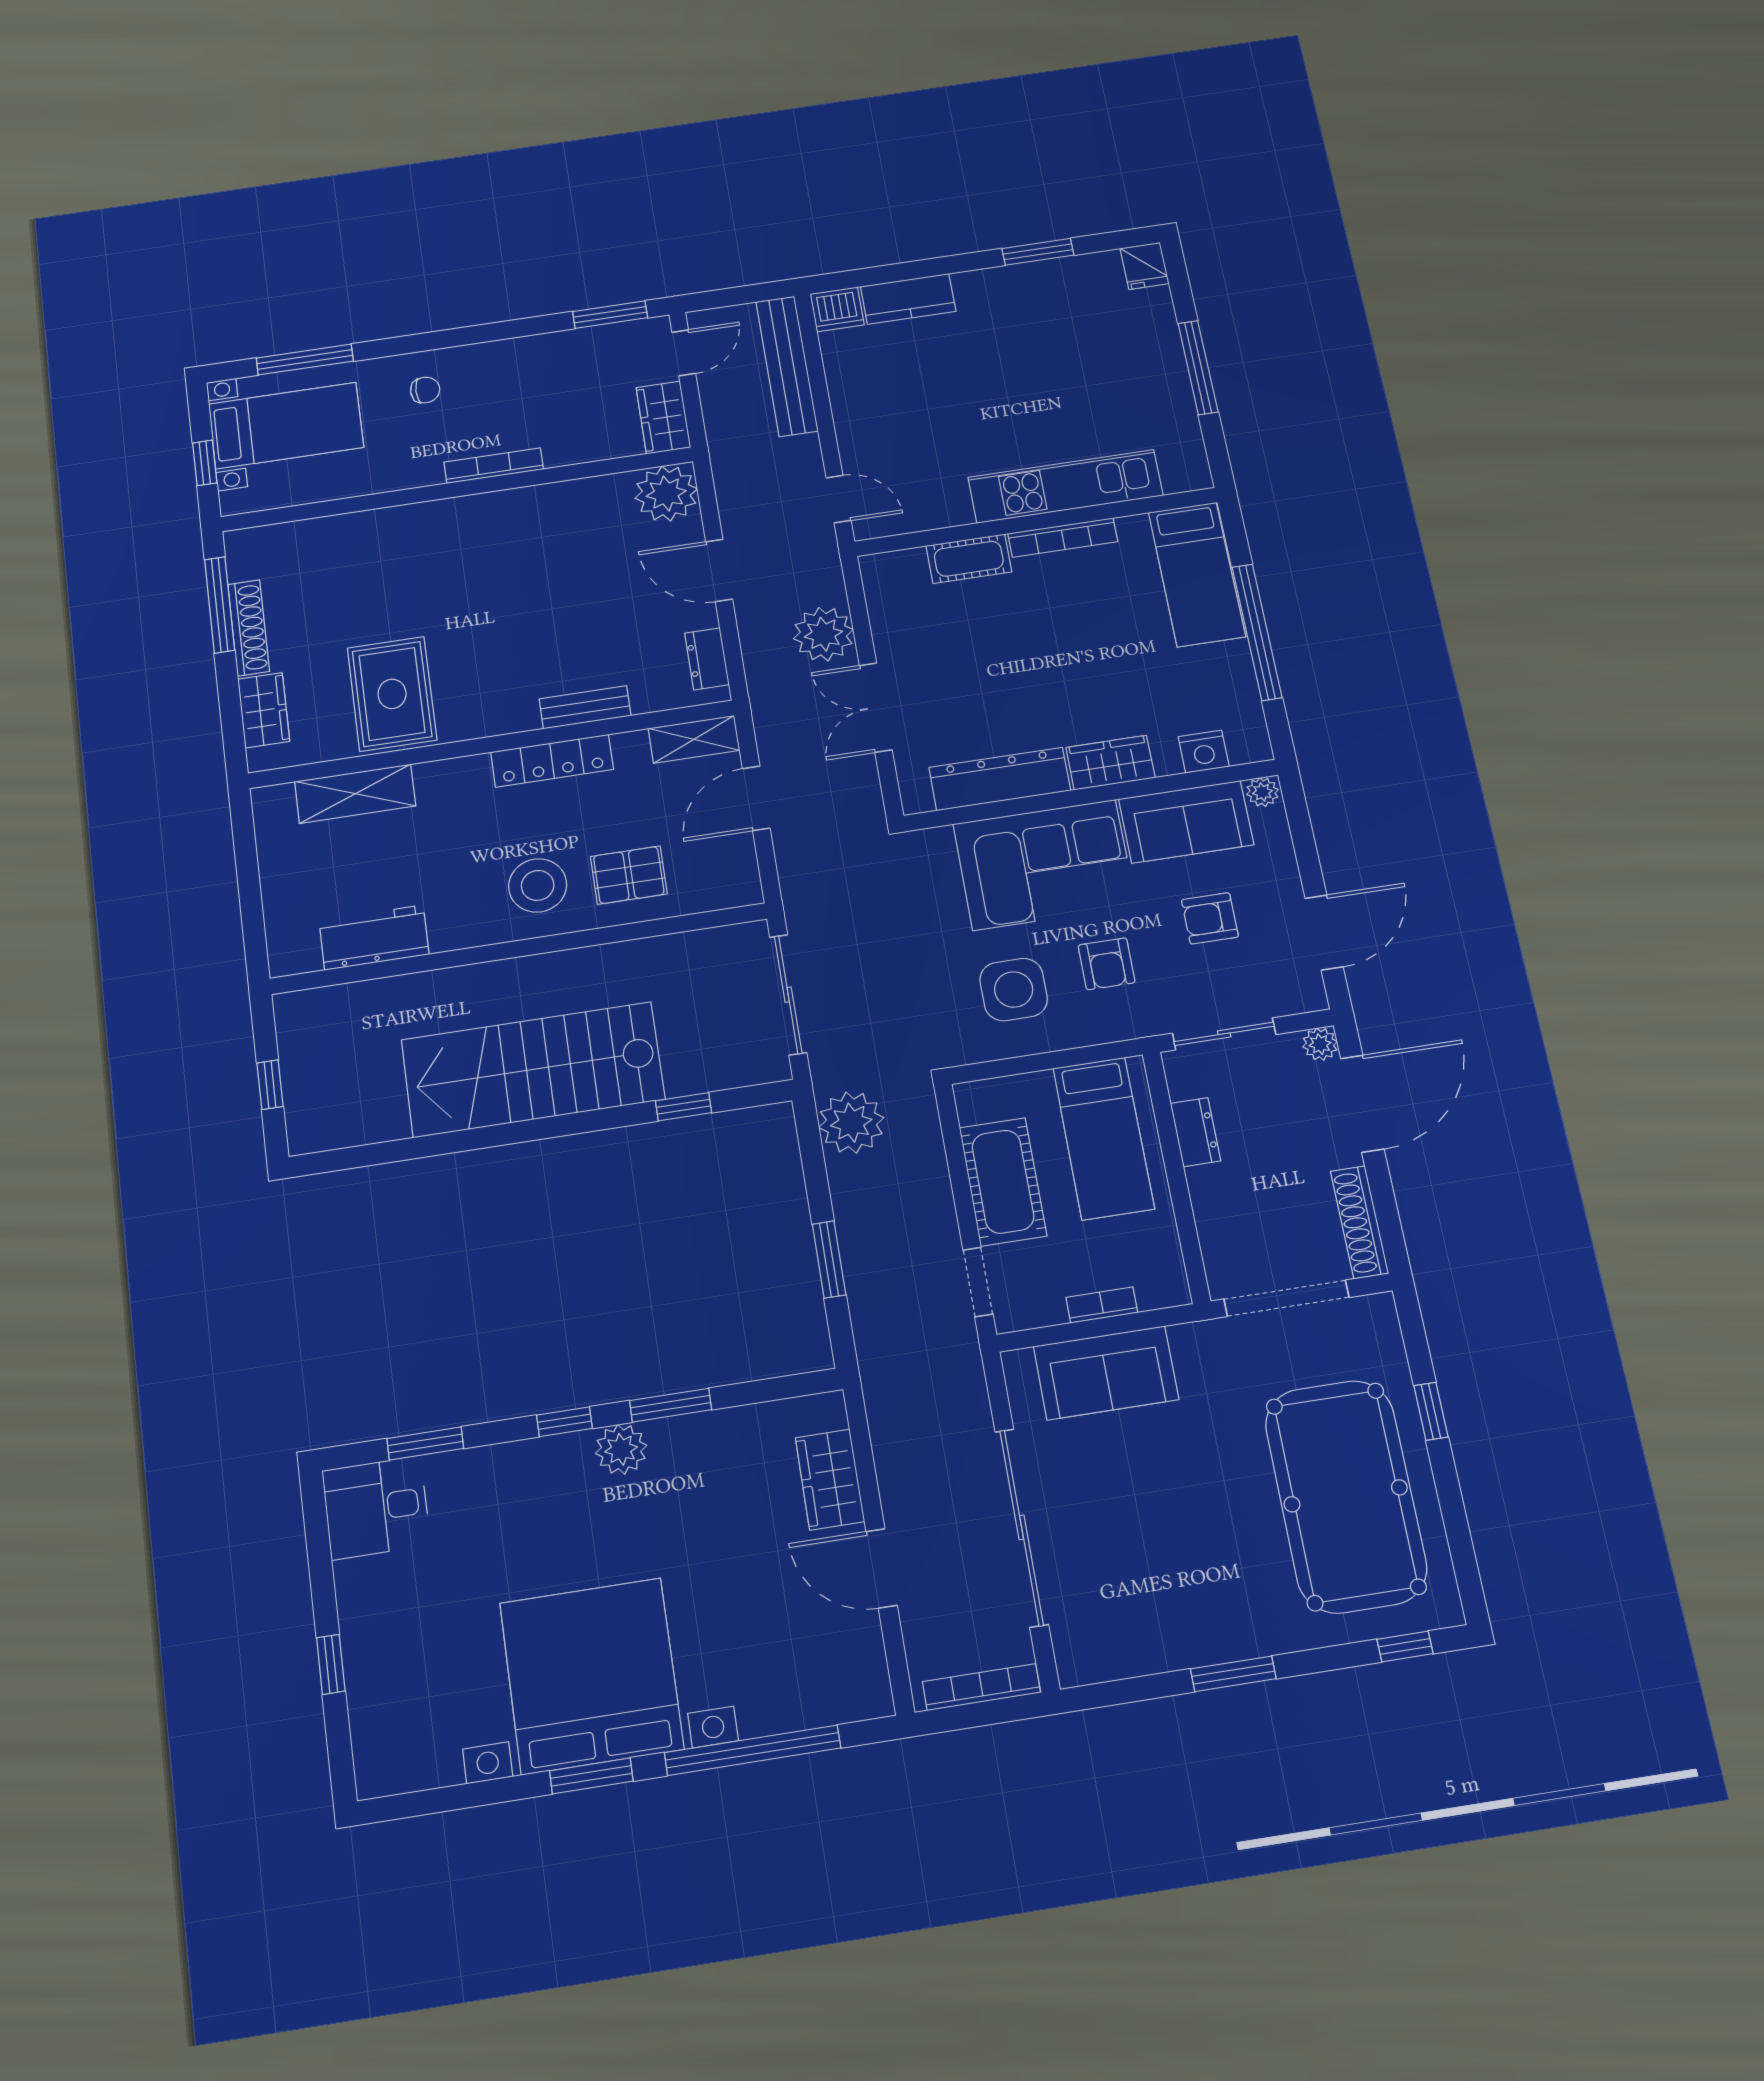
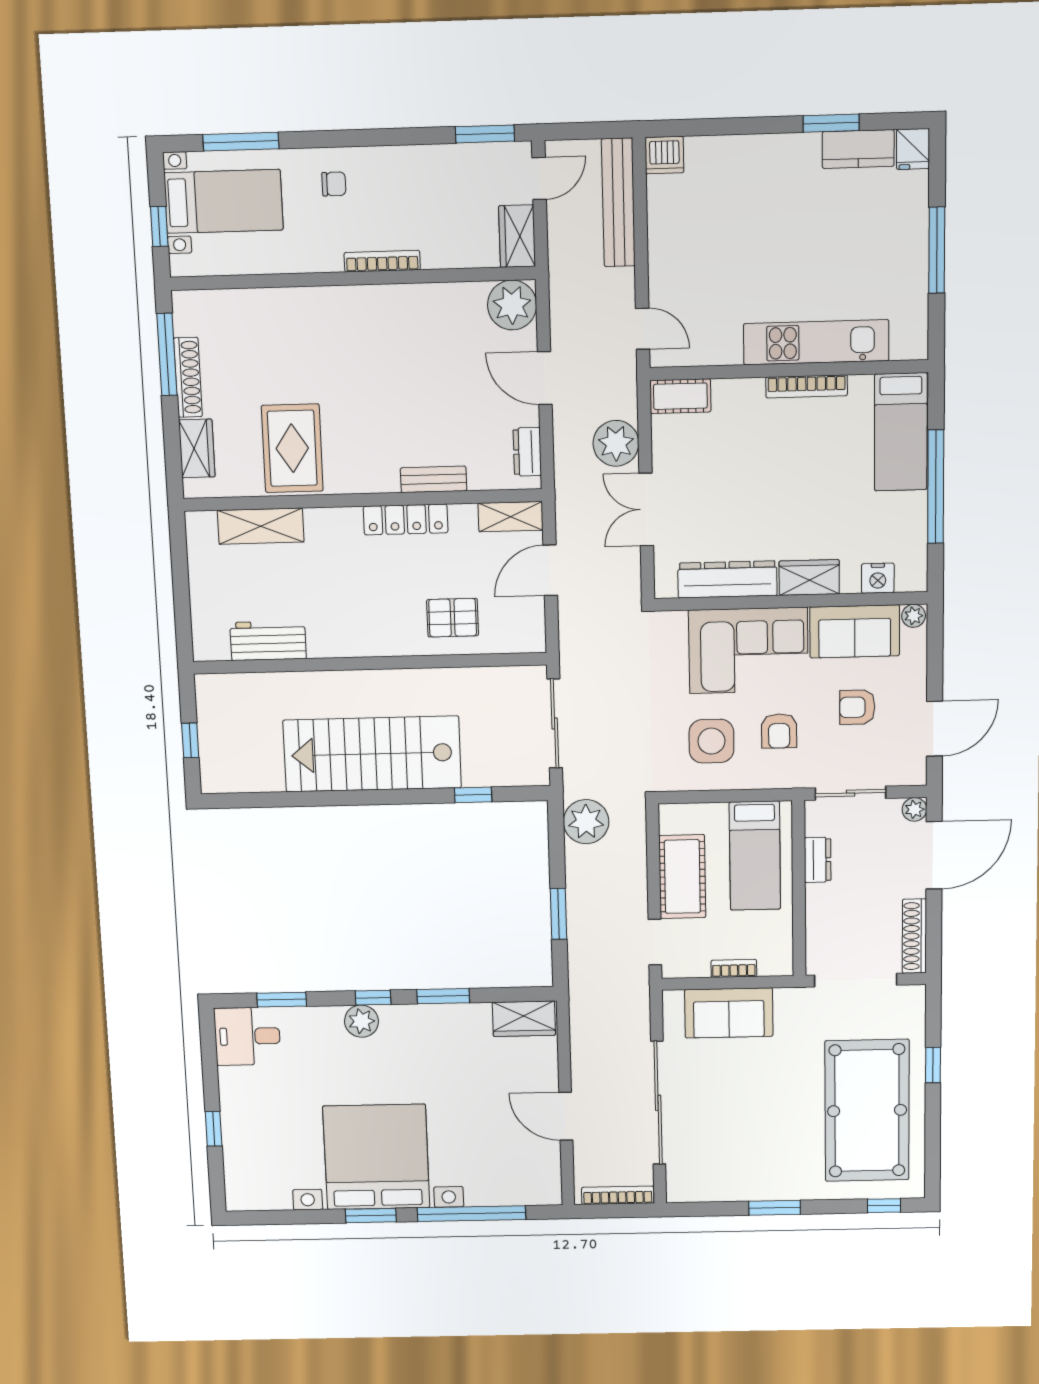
kitchen counter: (908, 299) -> (858, 149), moved
cot: (969, 559) -> (680, 396), moved
stool: (538, 885) -> (387, 617), removed
plant: (621, 1449) -> (361, 1021), moved
wardrobe: (830, 1480) -> (524, 1019), moved, turned -90

